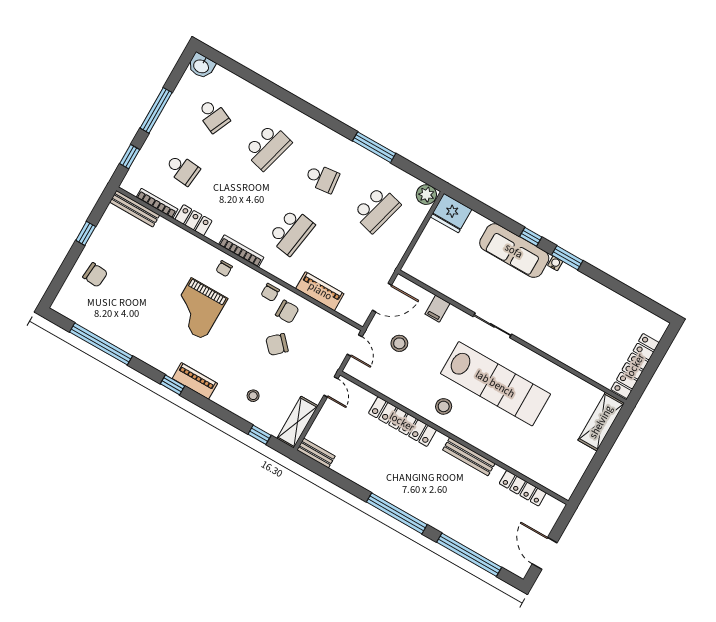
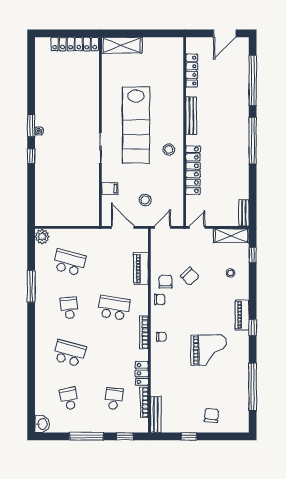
school desk: (213, 116) -> (69, 399), turned -36
fridge: (451, 213) -> (45, 214), removed
sofa: (514, 251) -> (46, 161), removed
grand piano: (198, 309) -> (209, 350), moved
lab bench: (495, 384) -> (136, 125), turned 180

